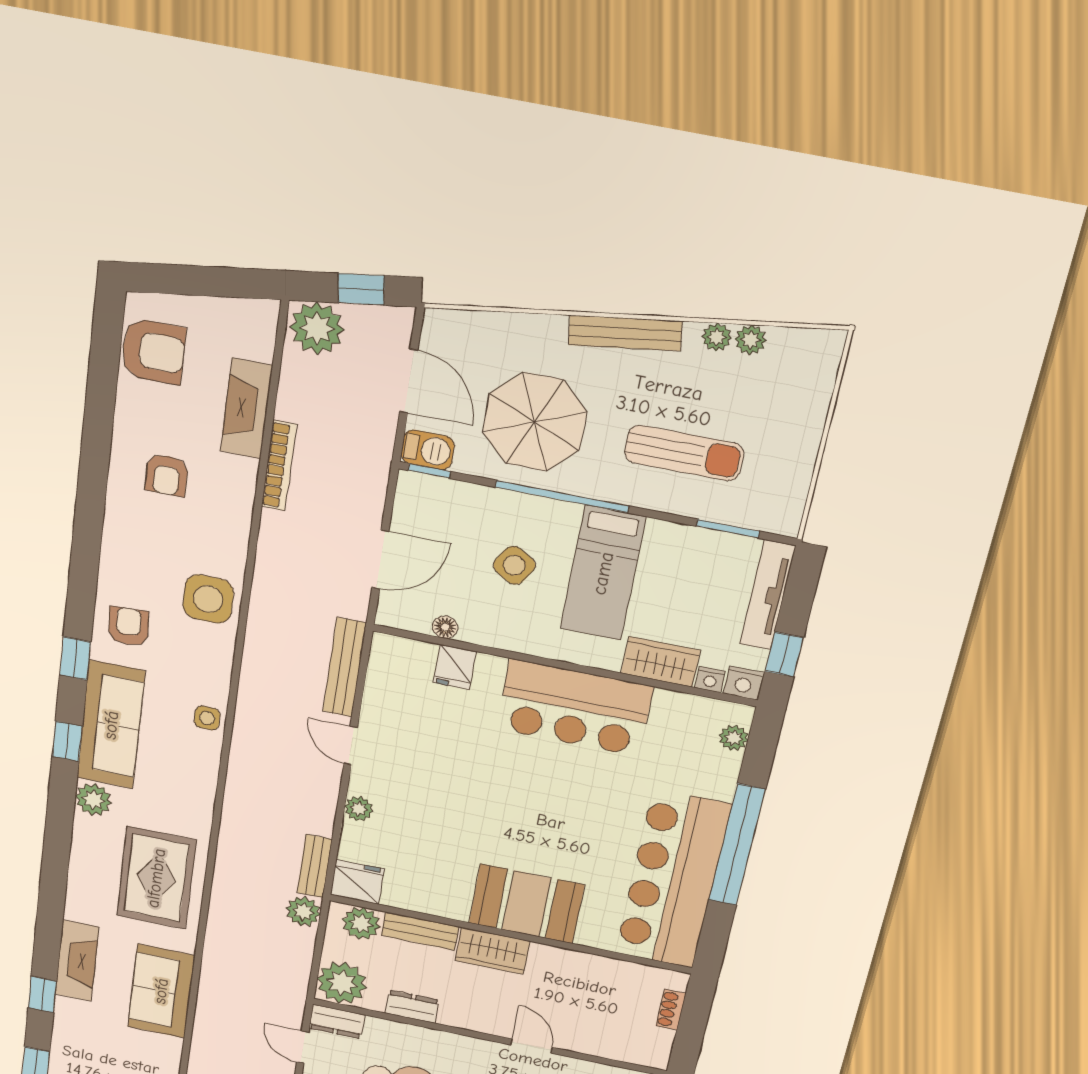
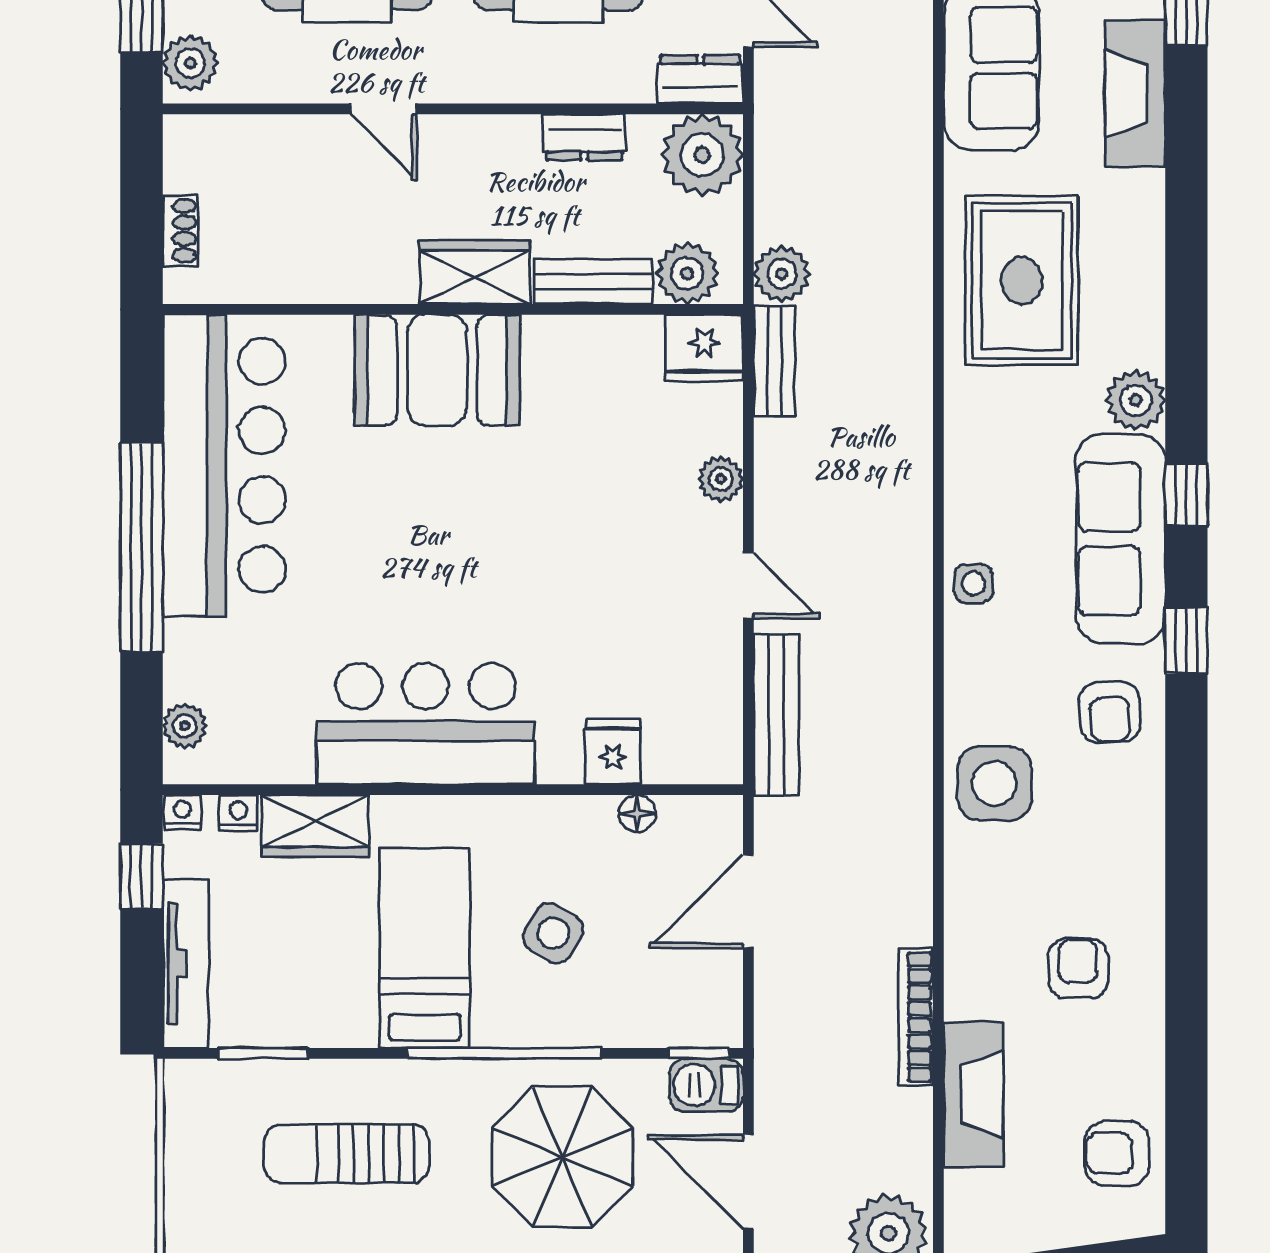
armchair: (153, 351) -> (1117, 1153), width x0.72, depth x0.72
nightstand: (743, 683) -> (183, 812), width x0.72, depth x0.74

